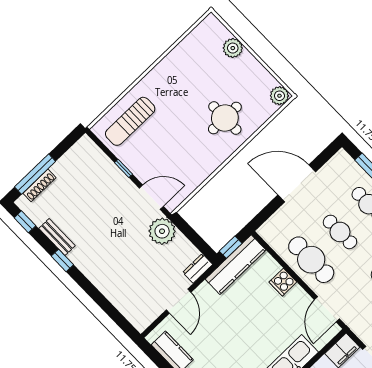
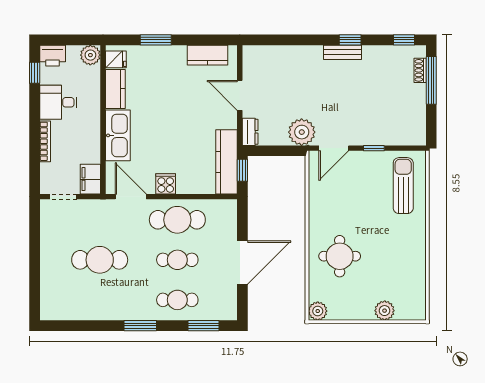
shoe rack: (40, 185) -> (420, 70), width x0.70
bench: (57, 237) -> (343, 52), moved
cooker: (283, 282) -> (166, 184), moved

